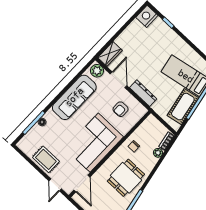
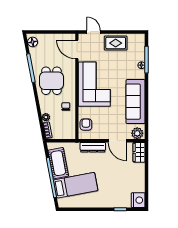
armchair: (121, 109) -> (86, 125), moved

